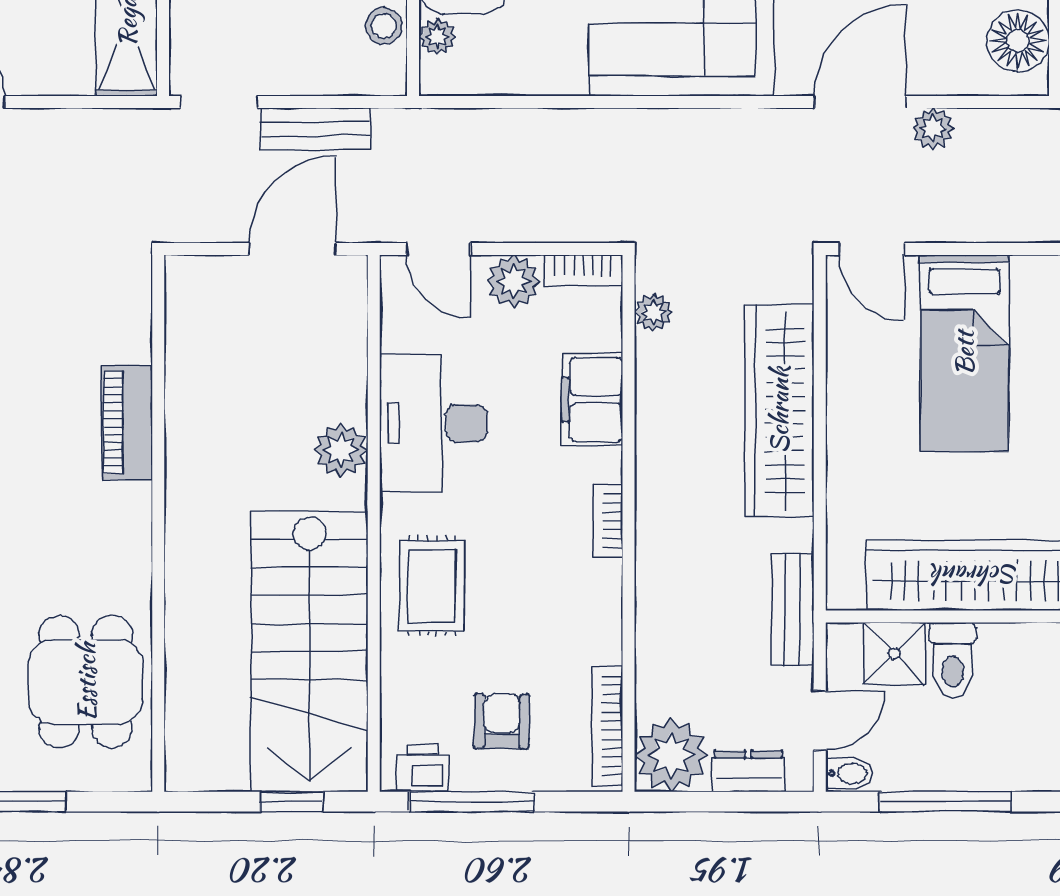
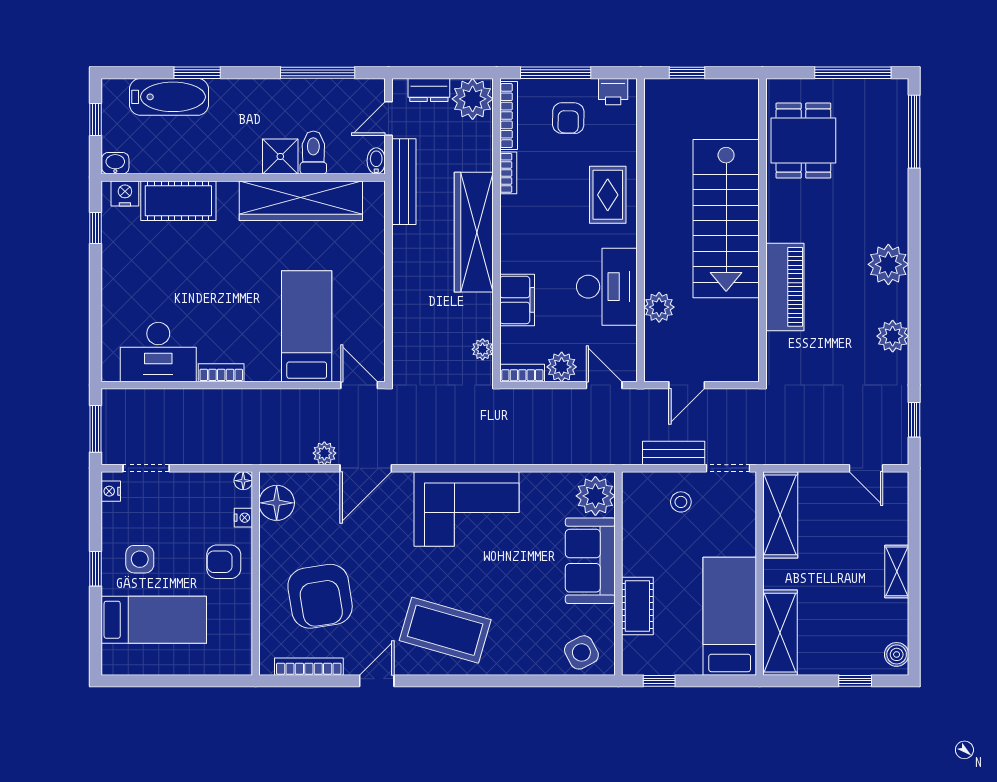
stool: (384, 26) -> (681, 502), moved
plant: (437, 37) -> (595, 496), width x1.88, depth x1.88
door: (292, 249) -> (687, 385), width x0.73
wardrobe: (779, 410) -> (474, 232), moved, turned 180
piano: (127, 423) -> (785, 287), width x1.37, depth x1.33
plant: (341, 450) -> (659, 307), moved
bookcase: (608, 521) -> (508, 173), moved
bench: (792, 609) -> (404, 182), width x1.36
stairs: (309, 652) -> (726, 219), moved, turned 180
shower: (894, 653) -> (280, 156), moved
bidet: (849, 773) -> (376, 161), moved, turned 90
window: (472, 802) -> (556, 73), moved

